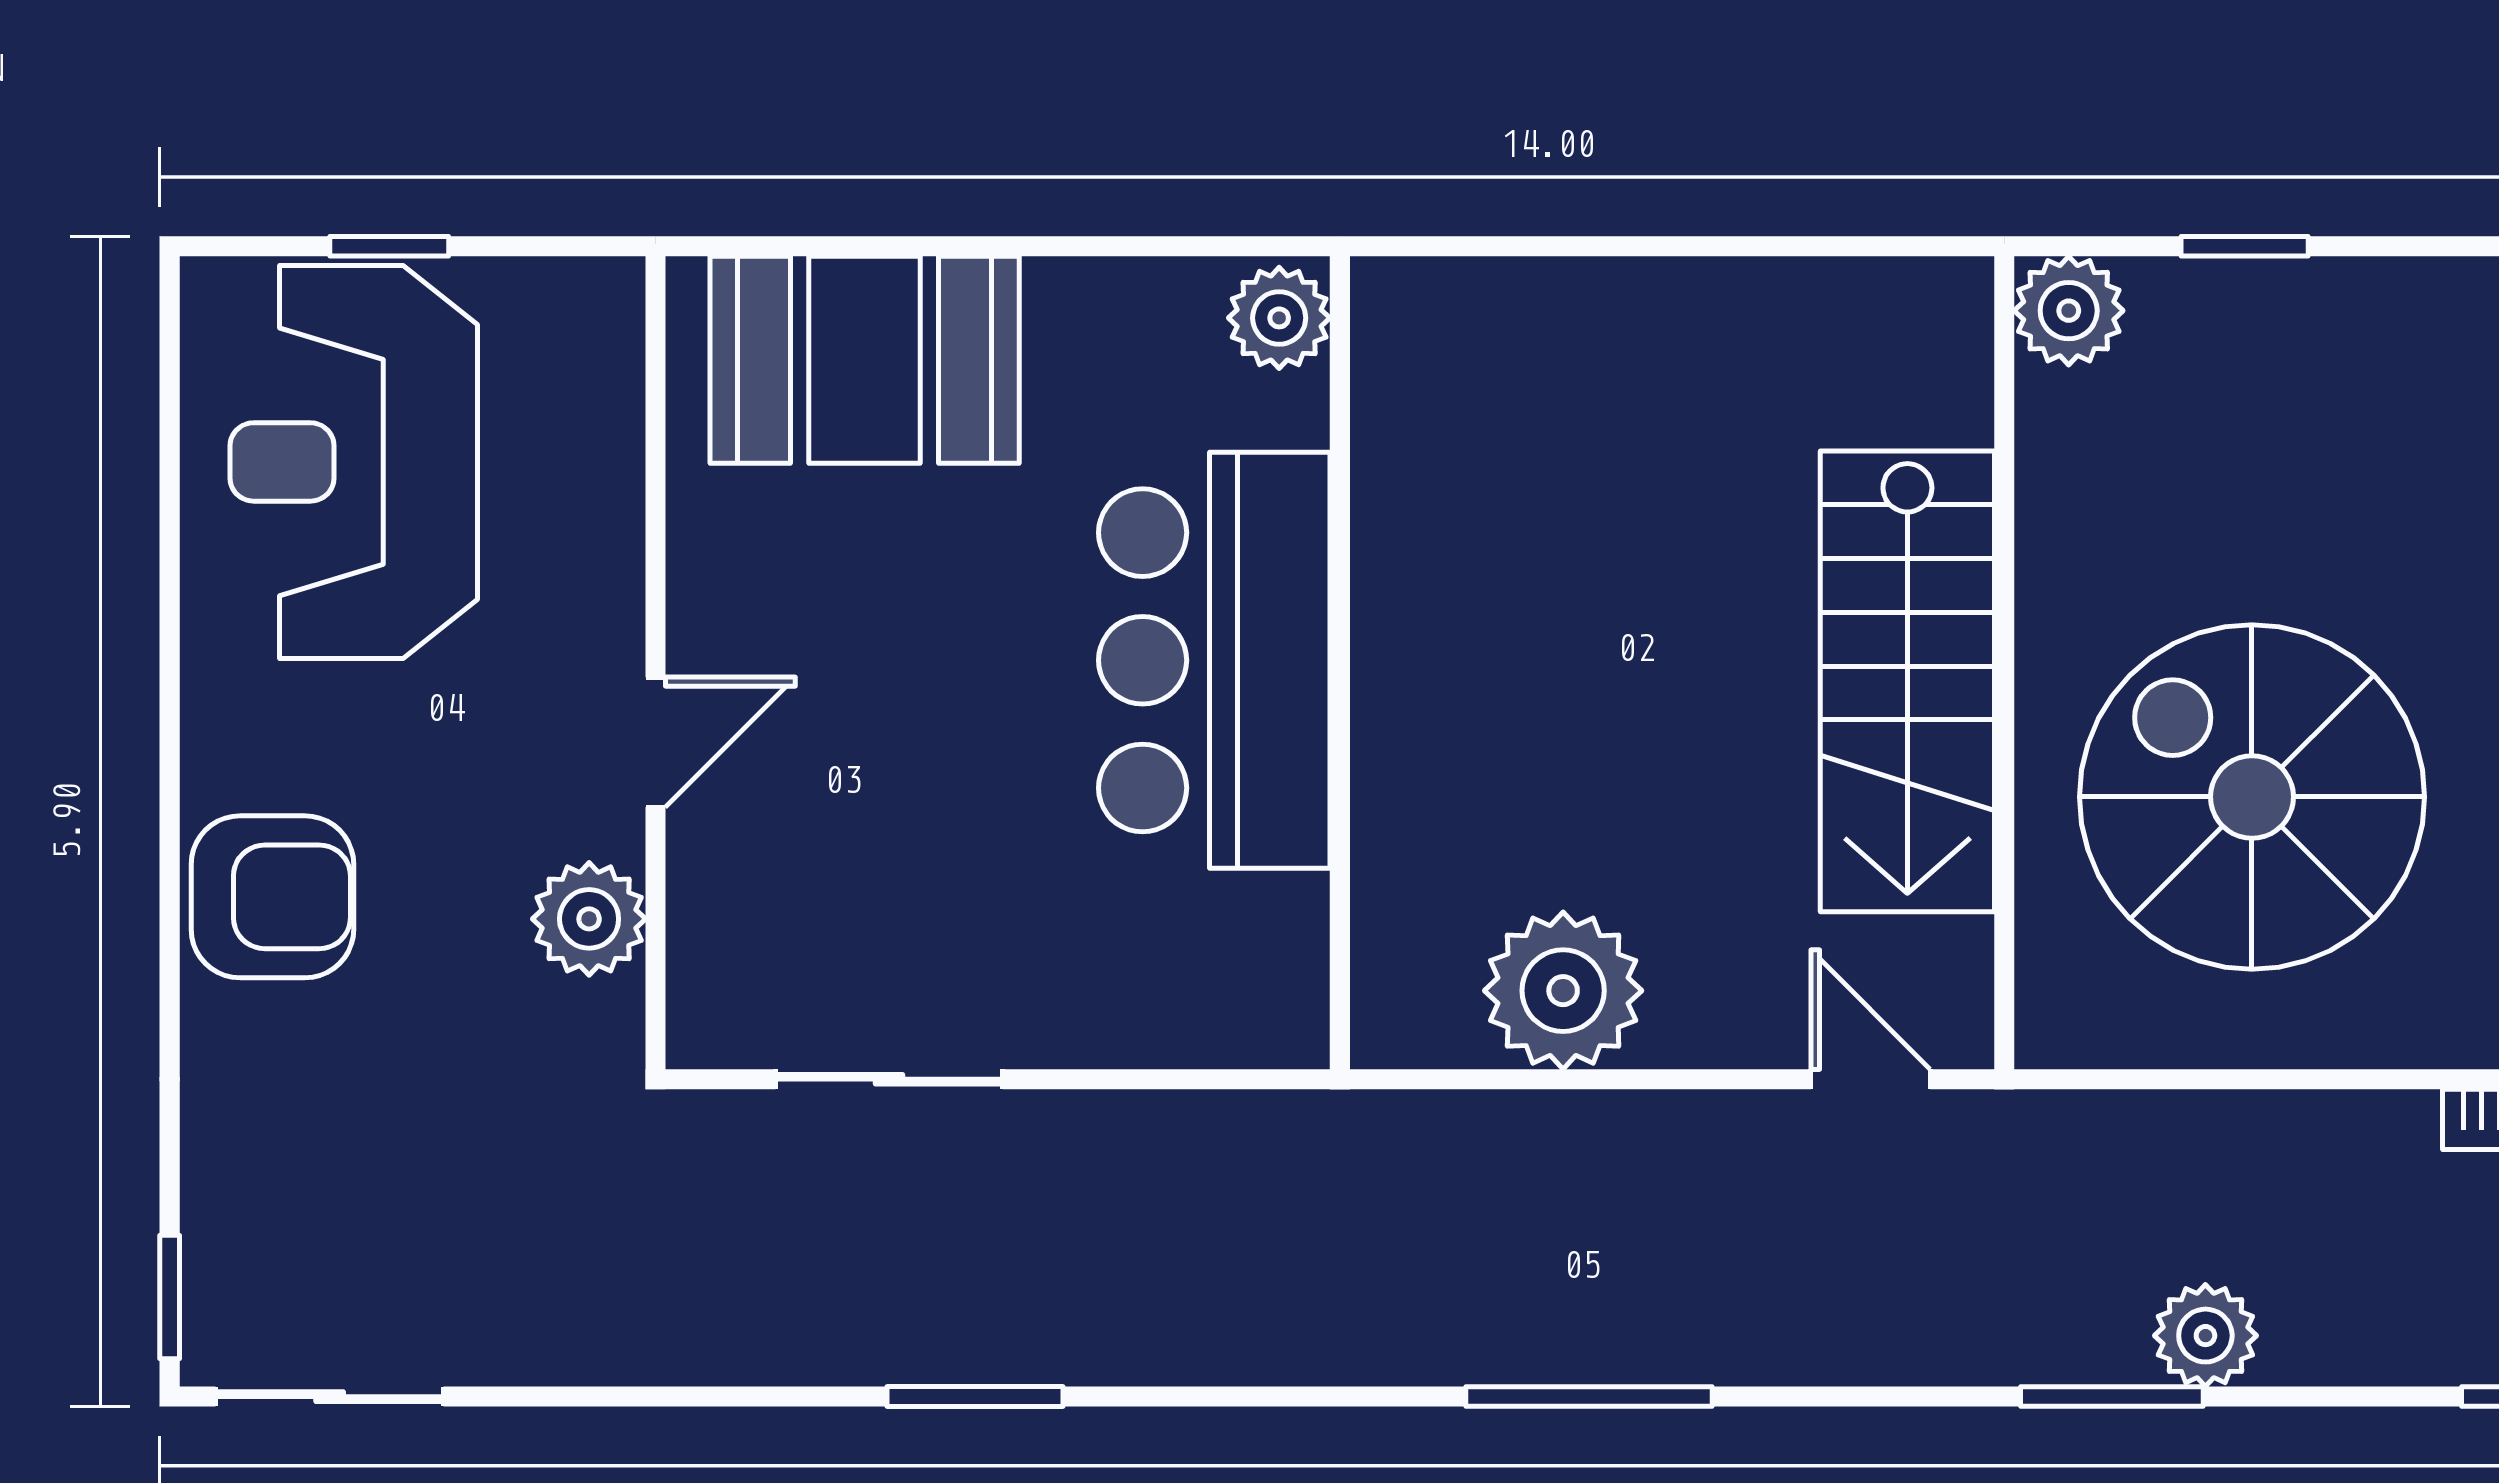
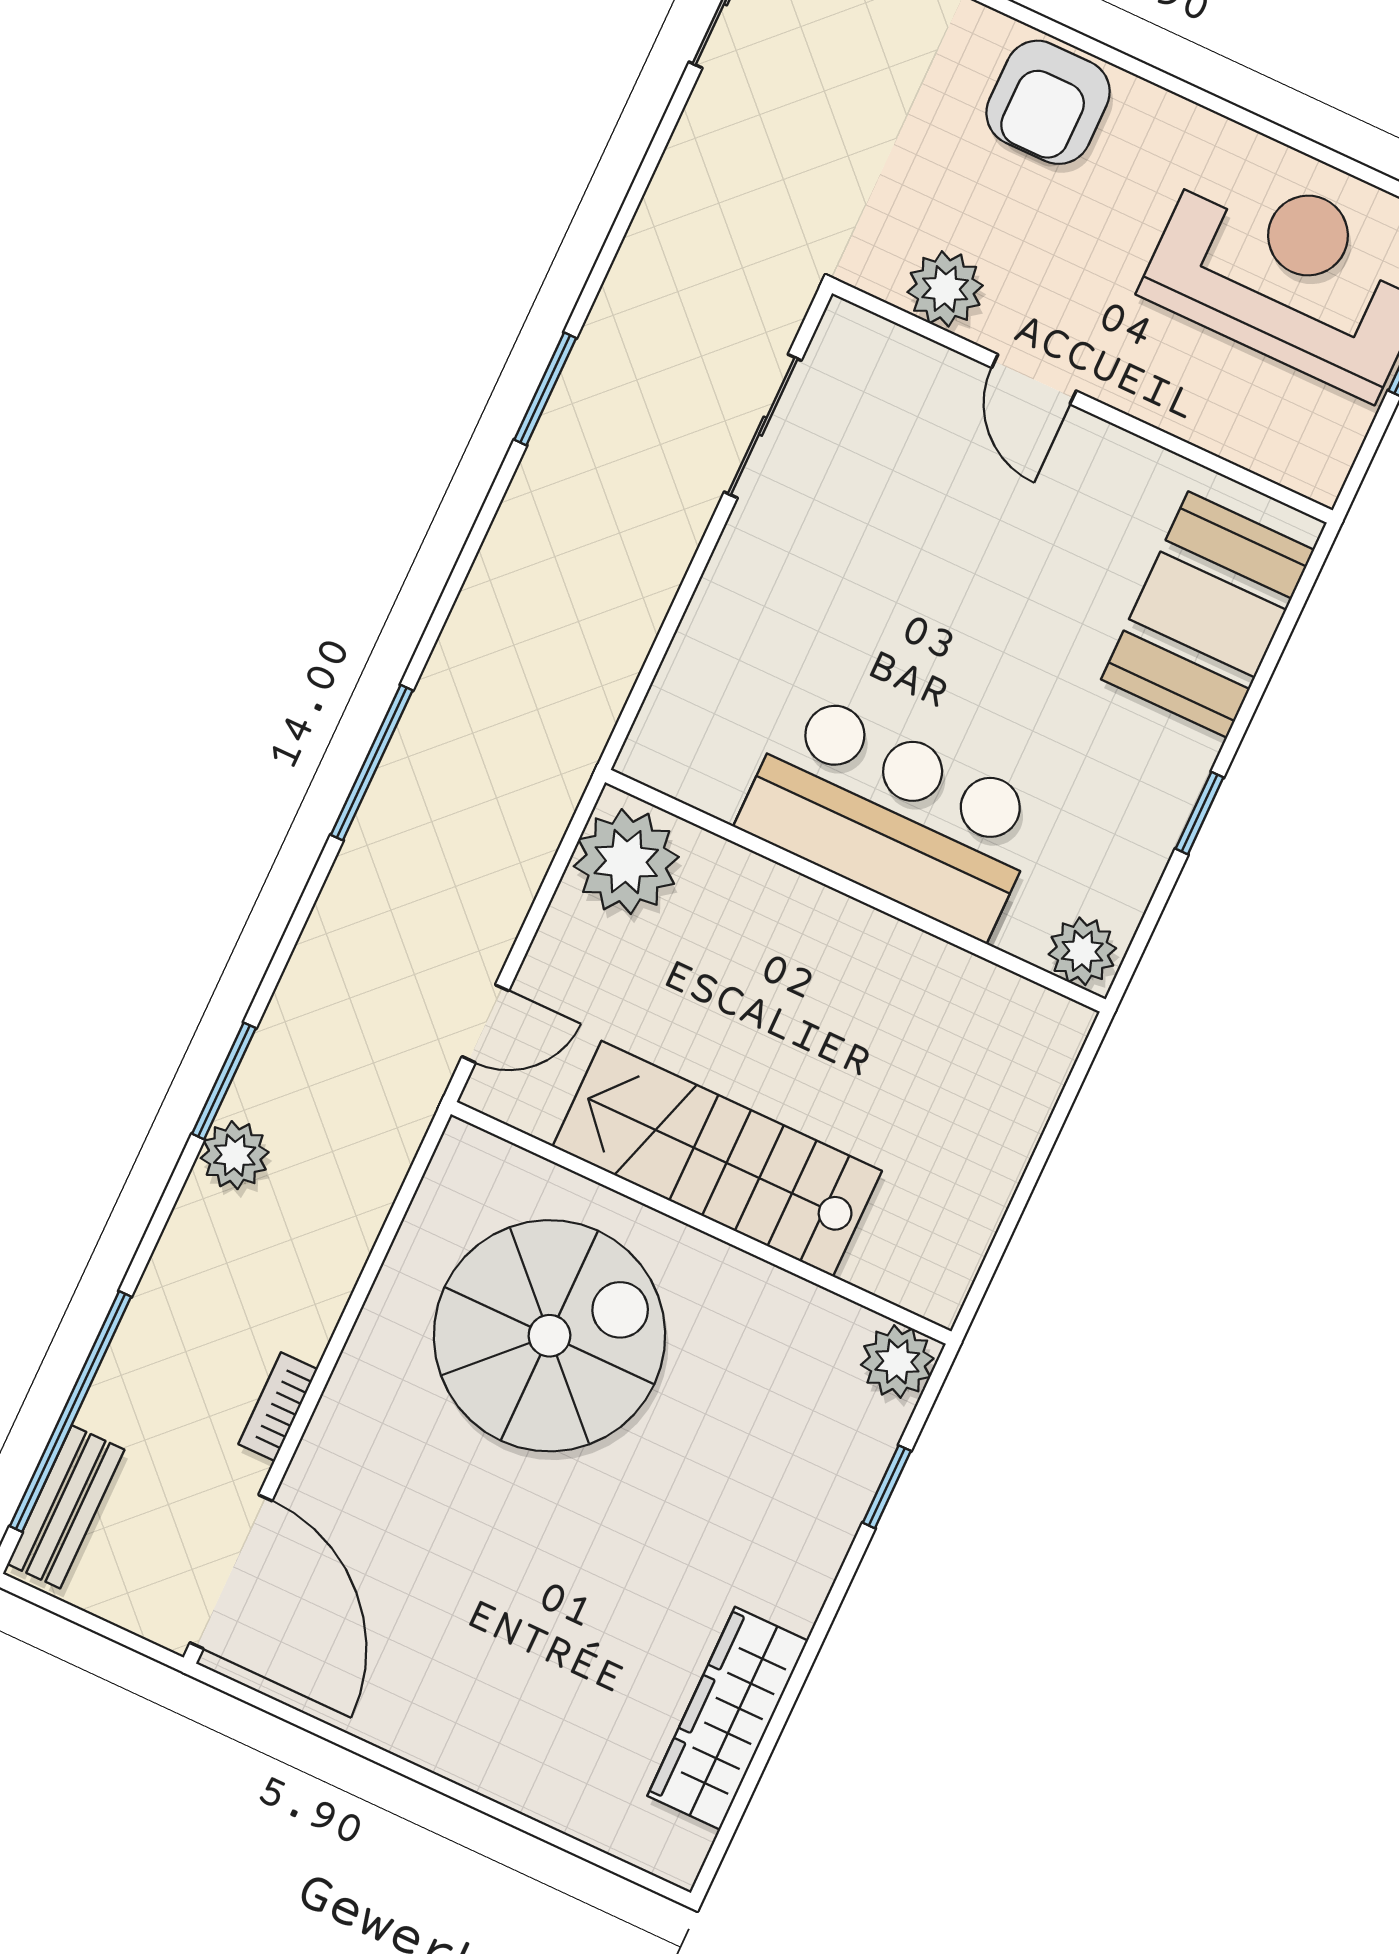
window: (1138, 246) -> (1200, 813), added
plant: (1279, 318) -> (1082, 951), moved
bar counter: (1214, 660) -> (892, 815), moved
wall: (1340, 663) -> (855, 891), moved

